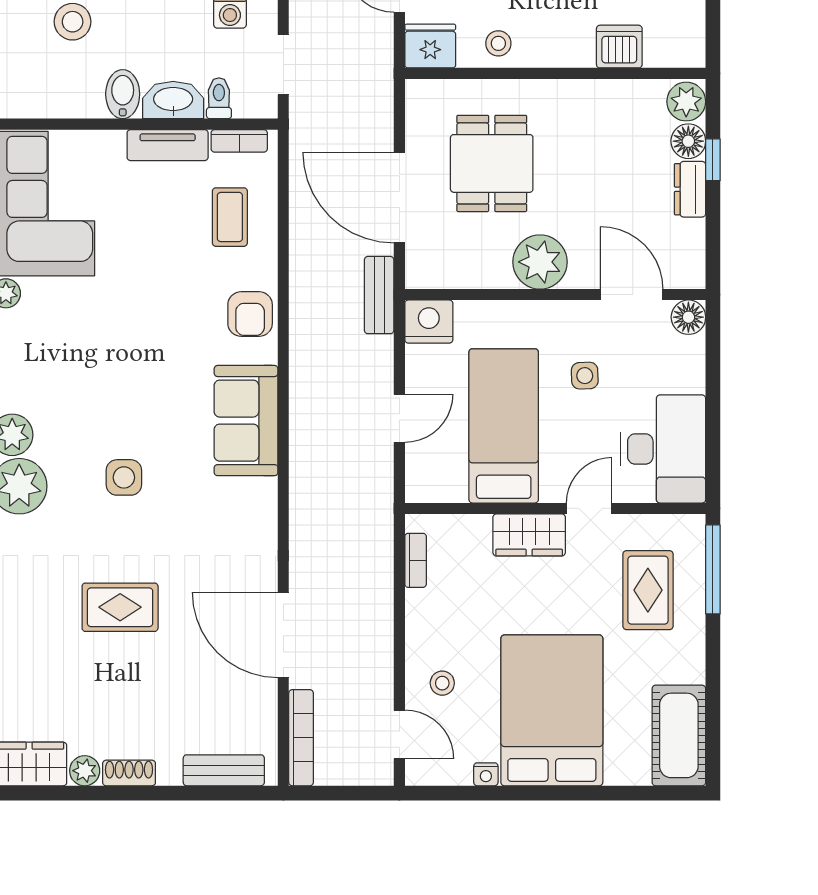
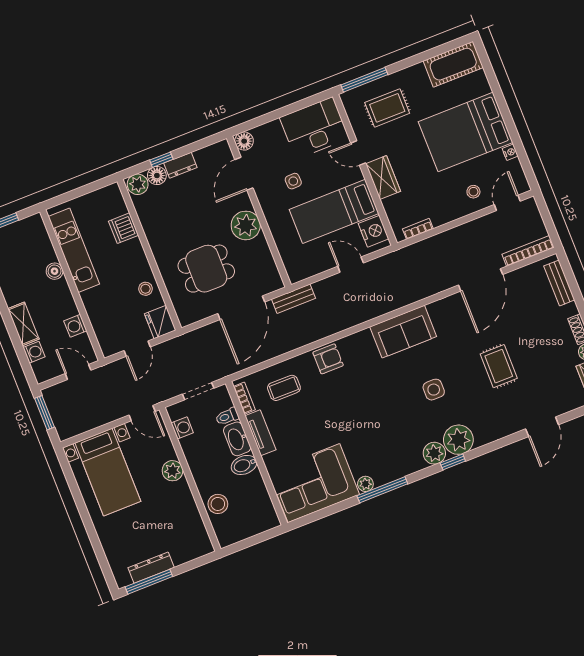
nightstand: (429, 322) -> (374, 231), moved, turned 180
sofa: (246, 421) -> (403, 332), moved

